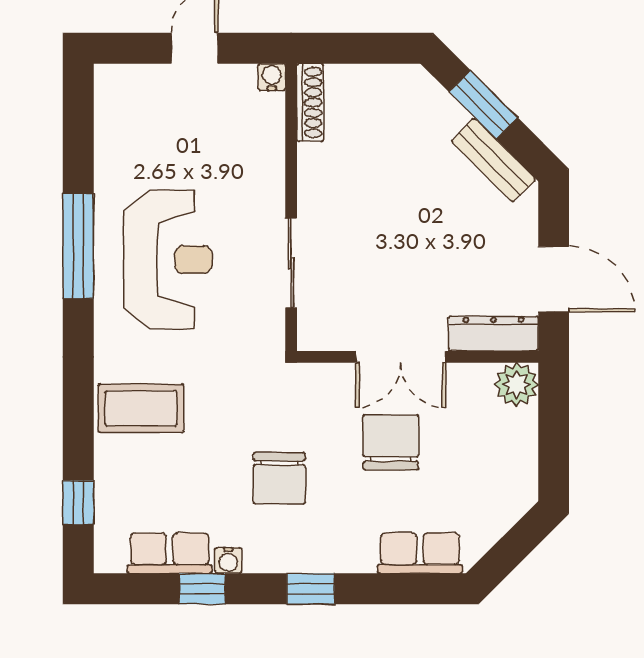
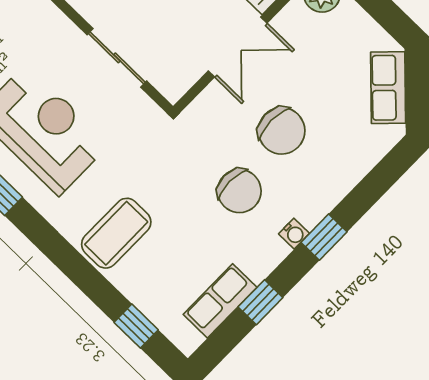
chair: (391, 442) -> (282, 131), moved, turned 180
row of seats: (420, 553) -> (388, 88), moved, turned -45
water cooler: (228, 560) -> (294, 234), moved

